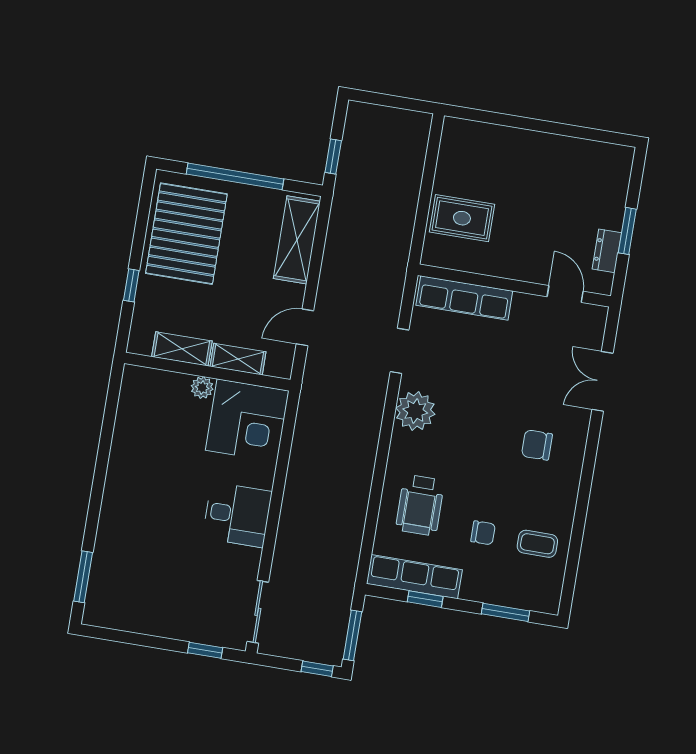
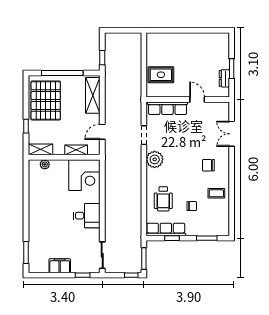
door: (565, 294) -> (197, 100), moved
shelving: (182, 349) -> (40, 149), moved
plant: (202, 388) -> (45, 164), moved
coffee table: (537, 544) -> (216, 193), moved
filing cabinet: (156, 620) -> (60, 266), added

